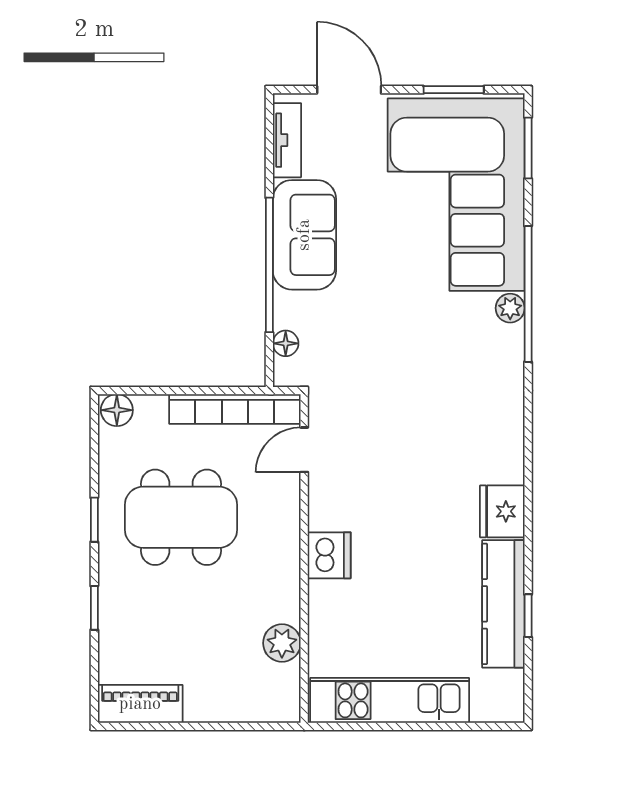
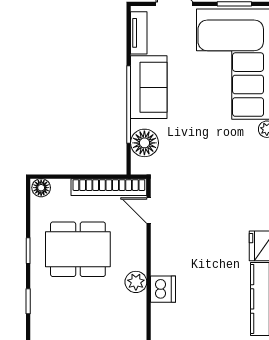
floor lamp: (286, 343) -> (144, 143), width x1.89, depth x1.89
door: (304, 450) -> (149, 211), hinge flipped
dishwasher: (329, 555) -> (163, 289), moved
plant: (282, 643) -> (136, 282), moved

